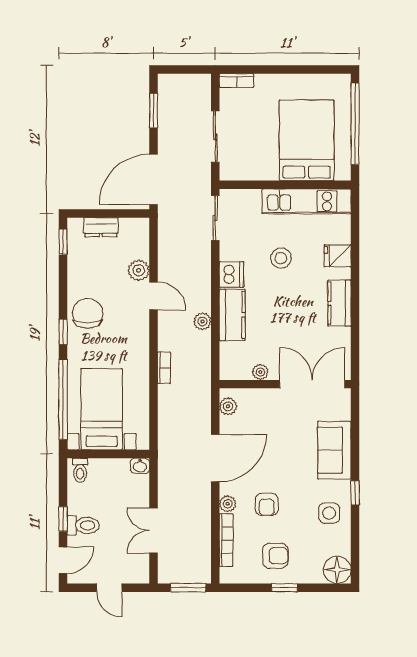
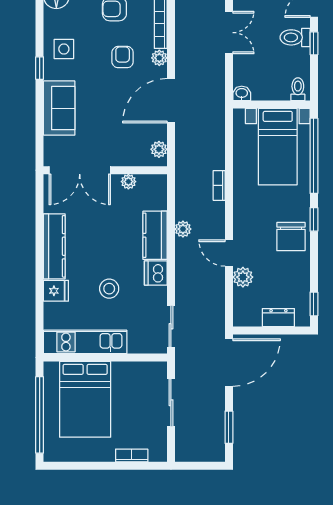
bookcase: (236, 81) -> (132, 455), moved
kitchen counter: (339, 303) -> (54, 246), width x1.50

